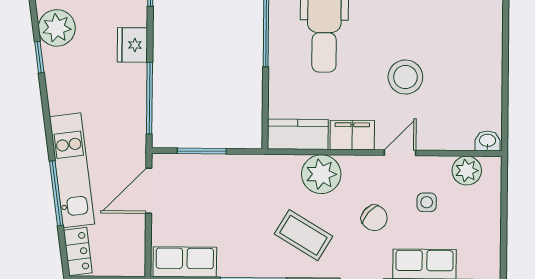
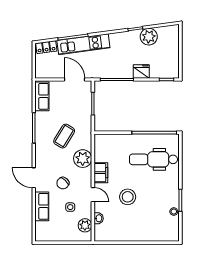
kitchen counter: (298, 134) -> (101, 148), removed
washbasin: (488, 141) -> (99, 218), moved
coffee table: (303, 235) -> (64, 136), moved

